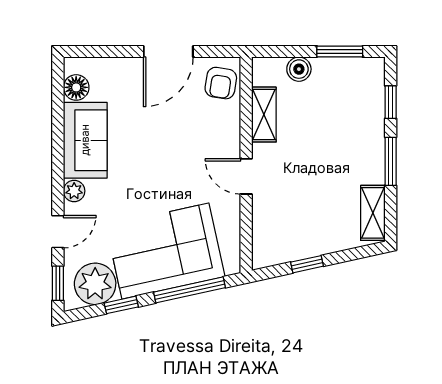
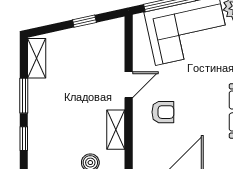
armchair: (221, 83) -> (163, 112), moved, turned 81
door: (246, 176) -> (129, 85), hinge flipped

